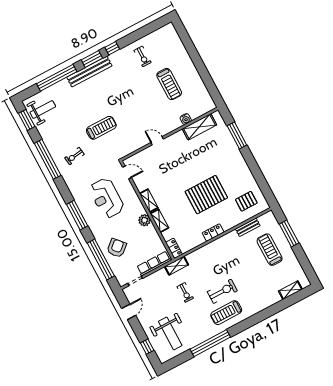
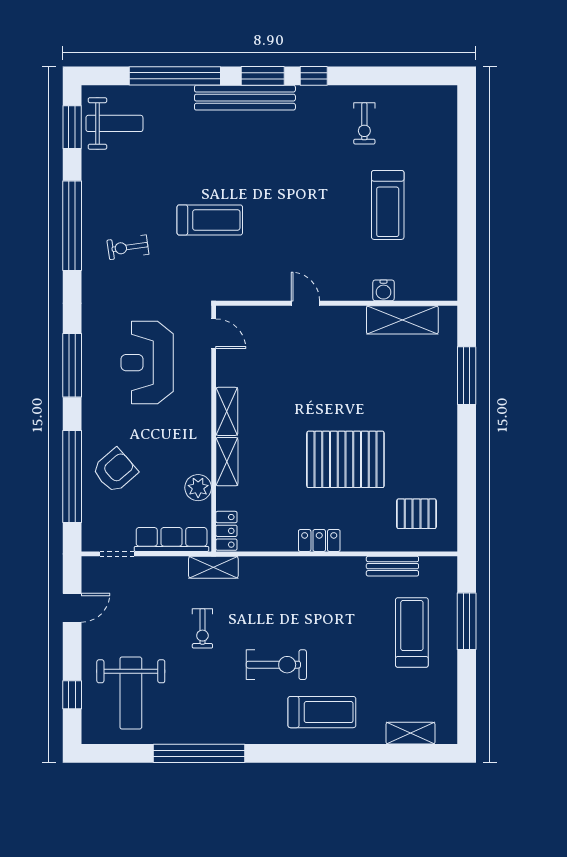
plant: (144, 220) -> (198, 488), moved
treadmill: (226, 313) -> (322, 712), moved, turned 180

